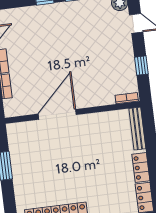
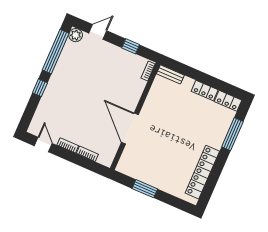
bench: (137, 129) -> (170, 74), width x0.73

